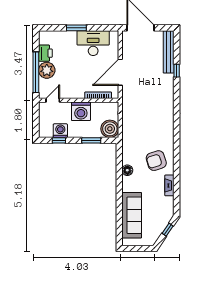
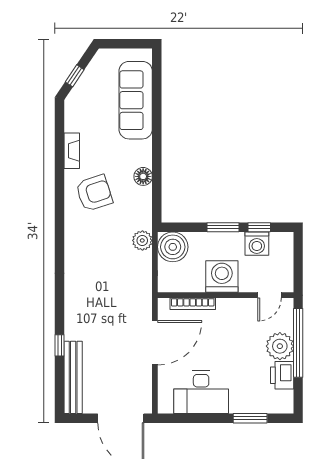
window: (76, 28) -> (250, 418), moved
plant: (128, 133) -> (142, 240), added
window: (91, 140) -> (223, 227), moved

